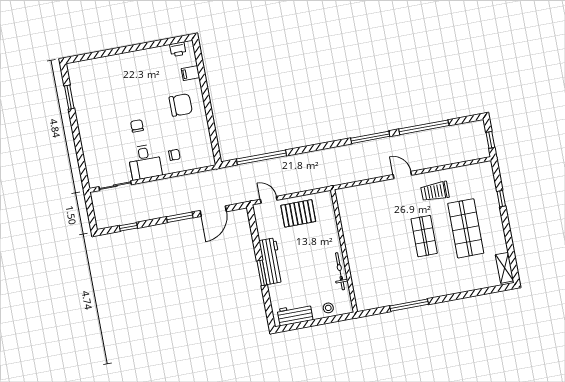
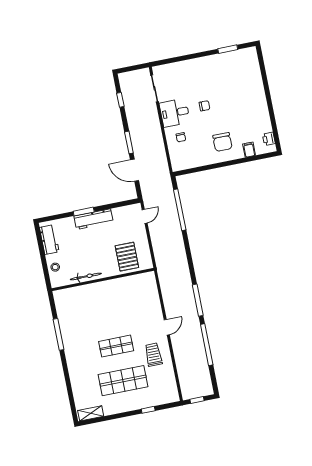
pallet: (298, 213) -> (127, 257), moved

